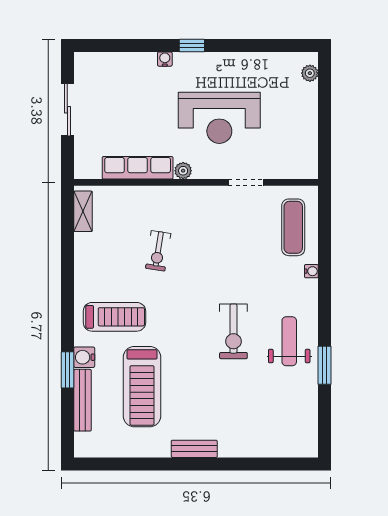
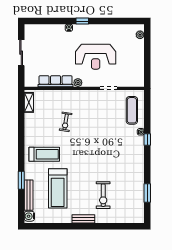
window: (325, 287) -> (147, 140), added
exercise bike: (233, 331) -> (103, 195), moved
weight bench: (289, 341) -> (130, 166), removed
water cooler: (84, 357) -> (29, 216), moved
window: (325, 365) -> (147, 193), moved

